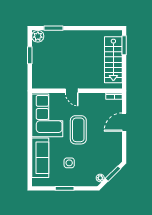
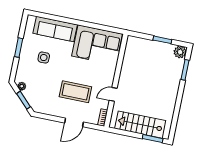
door: (72, 91) -> (113, 94), moved
door: (124, 122) -> (74, 122), swing flipped
coffee table: (78, 130) -> (75, 92), moved

